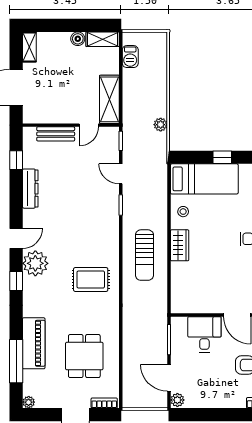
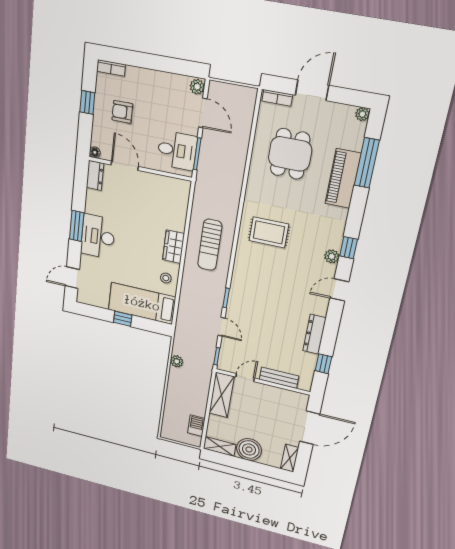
boiler: (78, 39) -> (249, 449), width x1.86, depth x1.86
sun lounger: (144, 255) -> (210, 245), turned 180
plant: (35, 263) -> (332, 256), width x0.53, depth x0.53
desk: (204, 334) -> (177, 150), moved, turned -90

